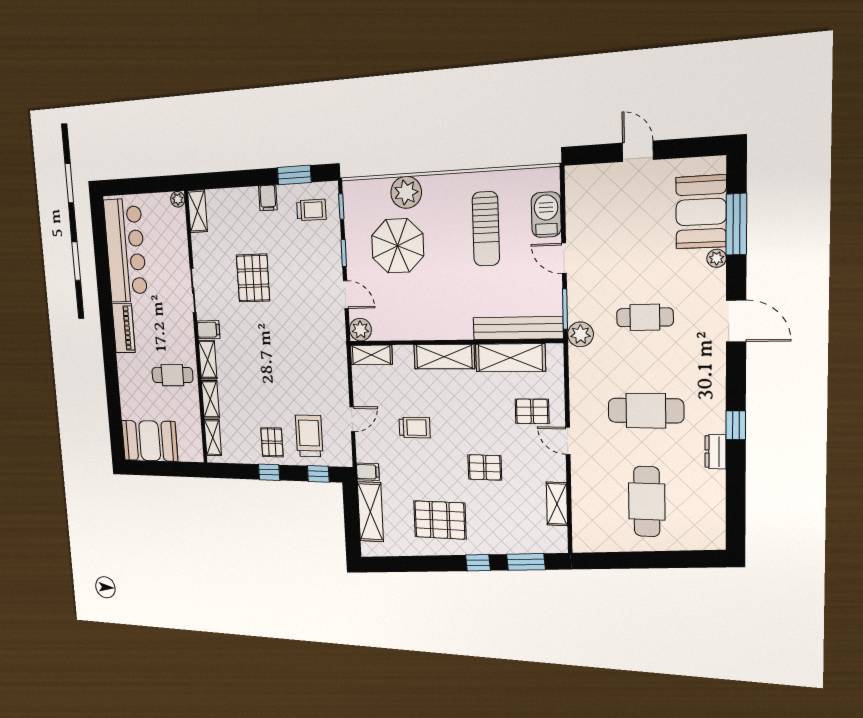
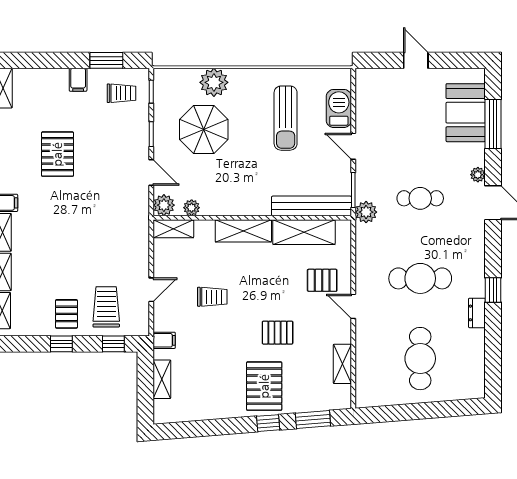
plant: (717, 258) -> (478, 175), moved
plant: (389, 332) -> (192, 208), added
shelving: (370, 512) -> (162, 379), width x0.67, depth x0.75
pallet: (440, 520) -> (264, 386), moved, turned 90

